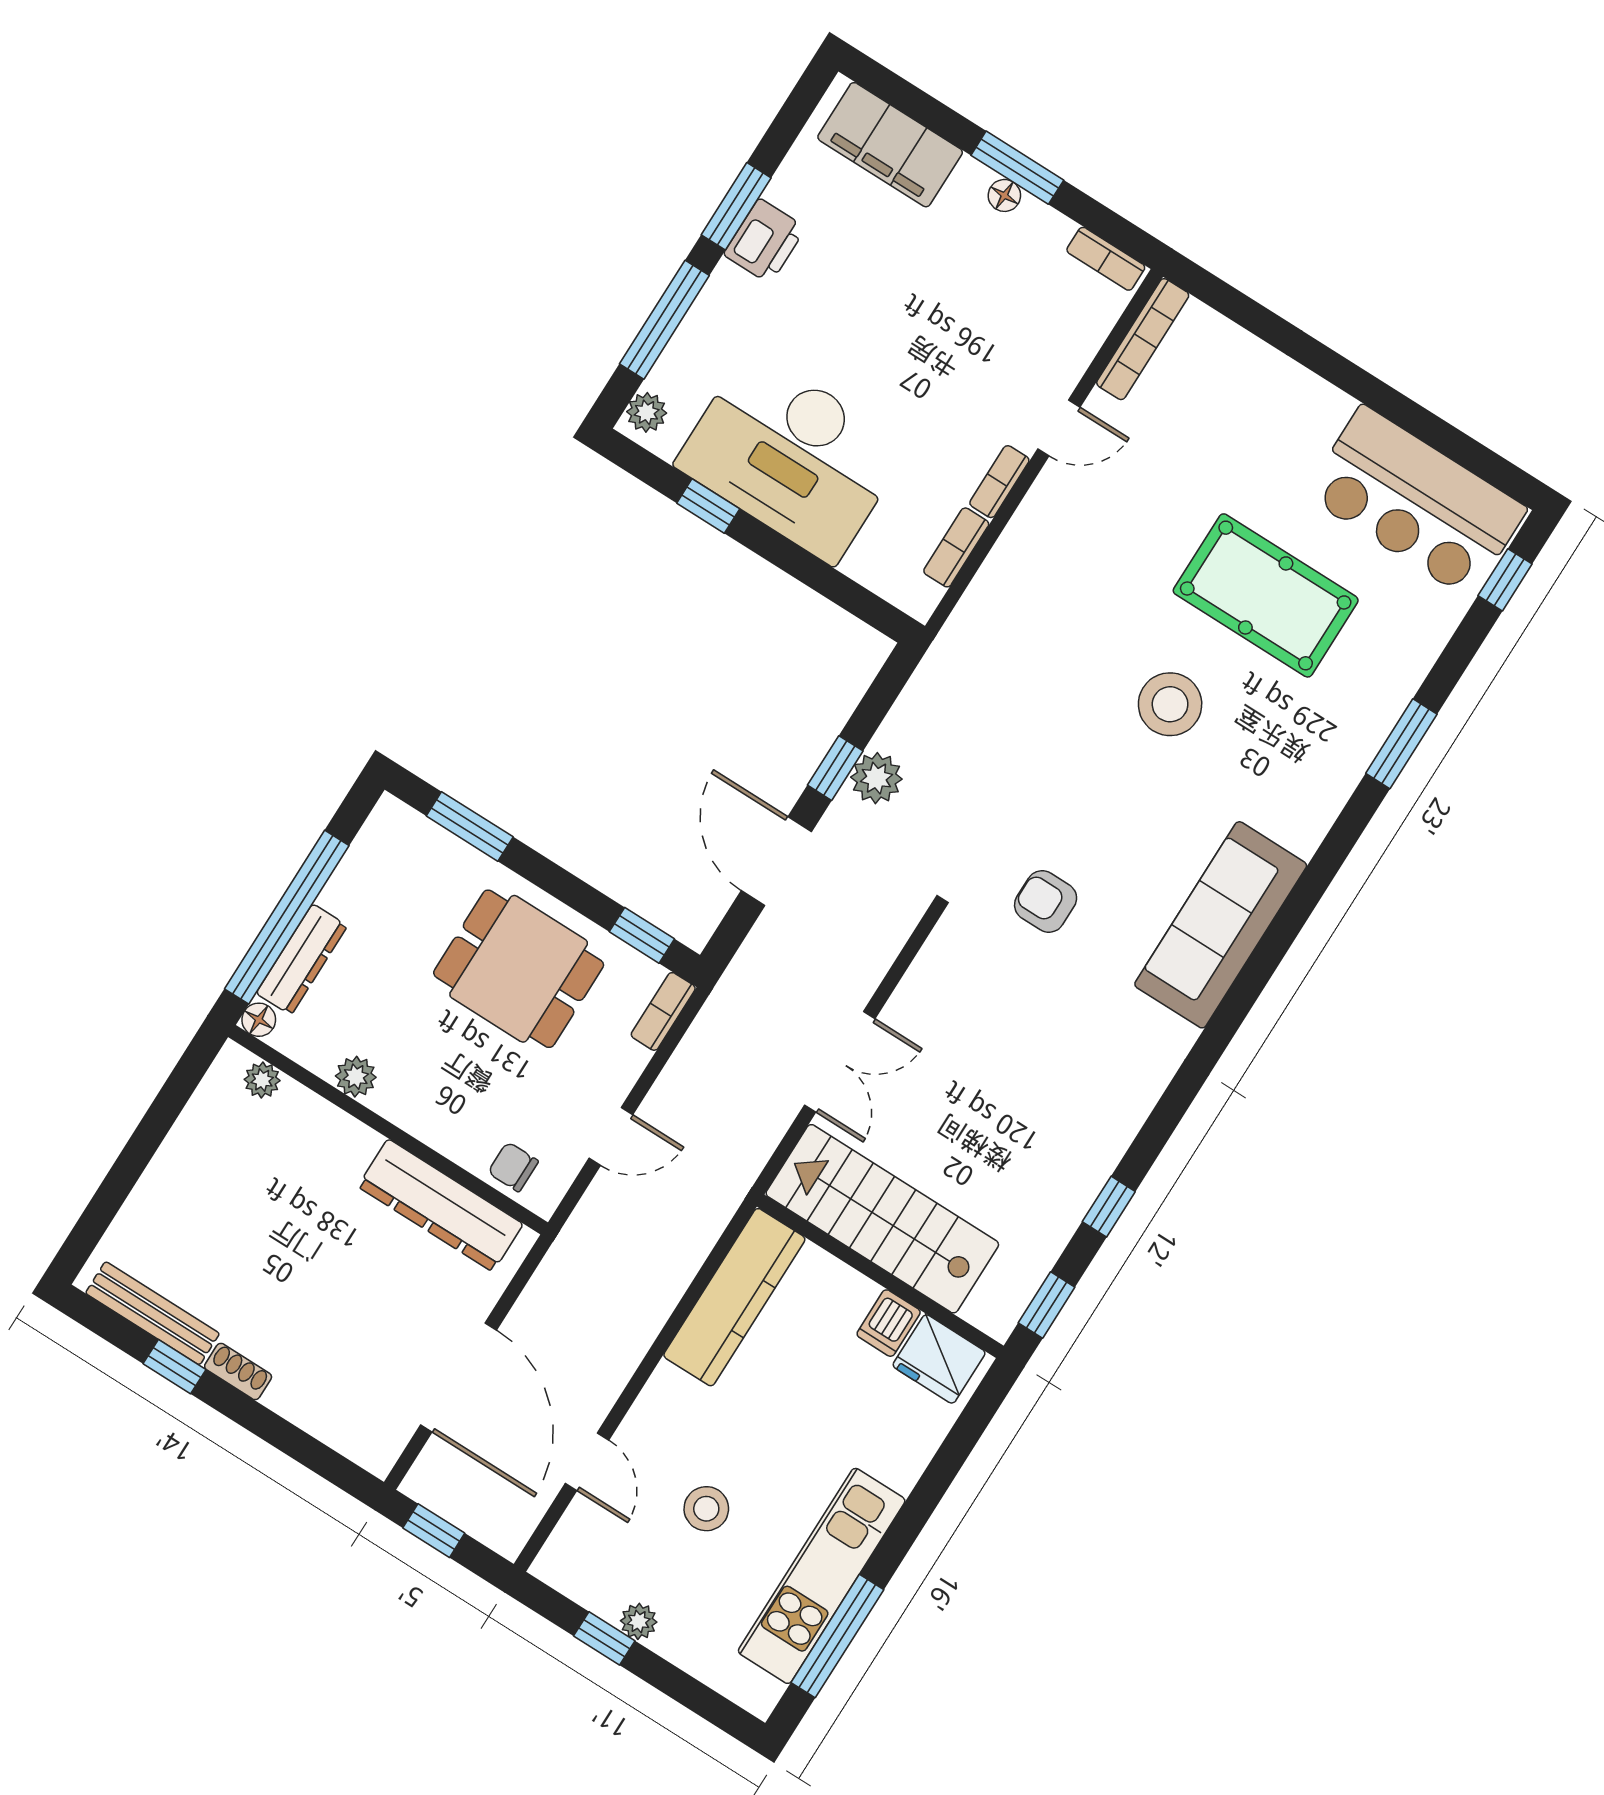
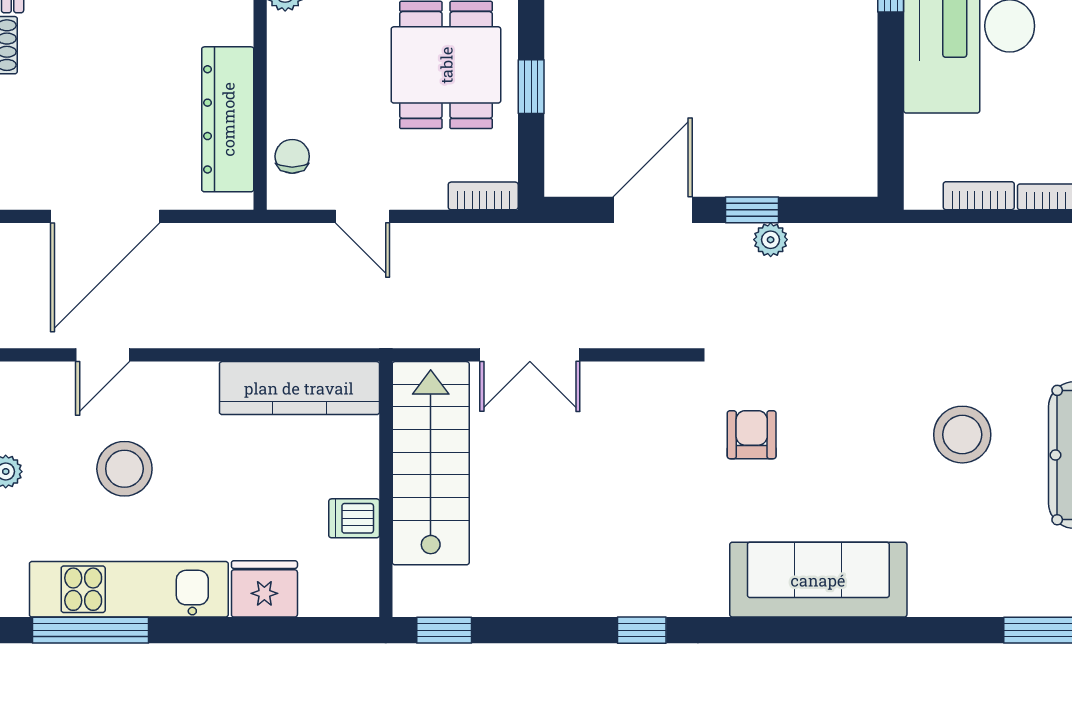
plant: (876, 778) -> (771, 240), width x0.73, depth x0.73
window: (642, 935) -> (531, 87), moved
window: (1109, 1207) -> (642, 630), moved
fridge: (939, 1359) -> (264, 589), moved, turned 90
stool: (706, 1509) -> (124, 469), width x1.38, depth x1.38

